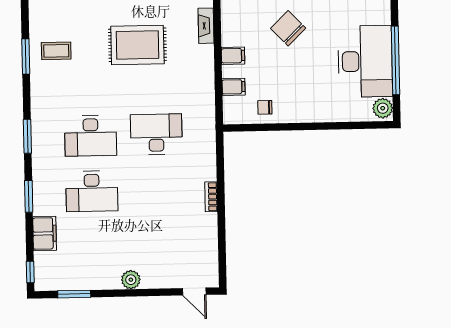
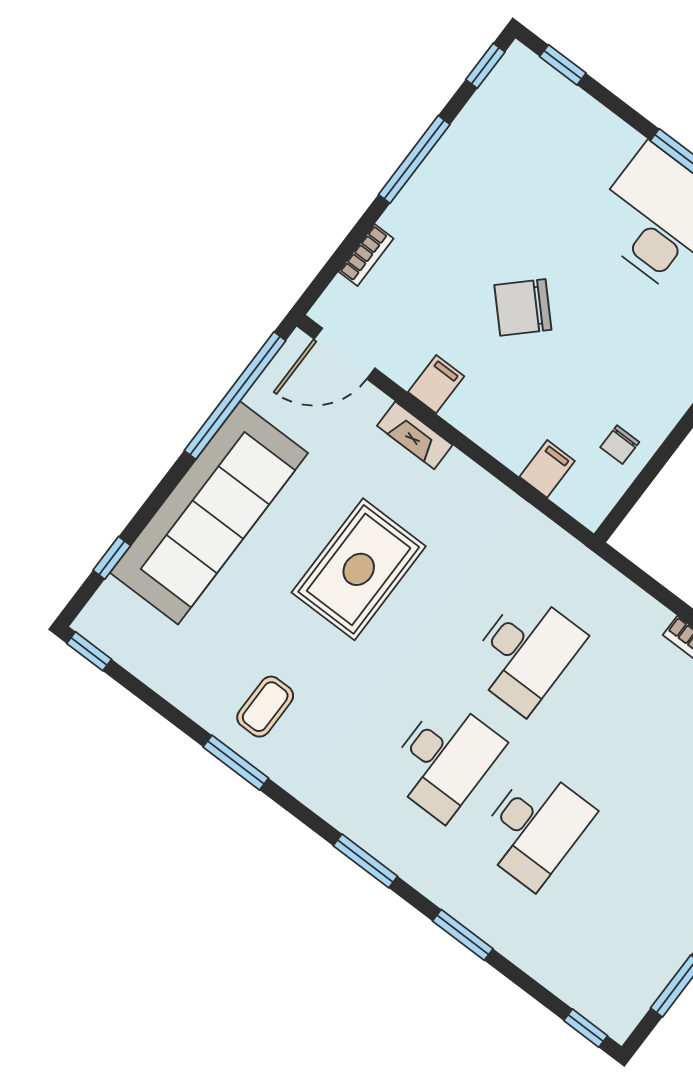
filing cabinet: (233, 56) -> (436, 384), moved
desk: (156, 134) -> (525, 652), turned 180
filing cabinet: (45, 233) -> (542, 957), removed

